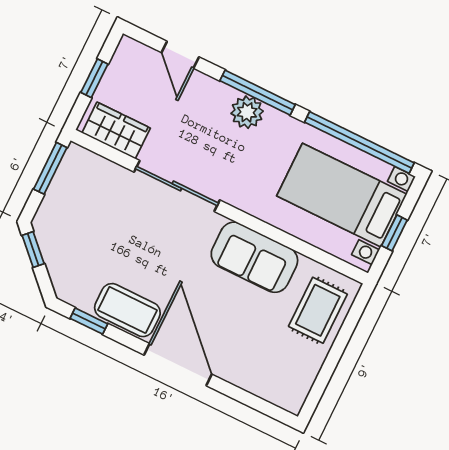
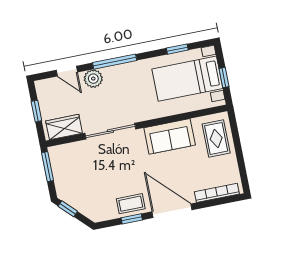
plant: (247, 112) -> (93, 79), moved
window: (359, 142) -> (177, 49), width x0.32
coffee table: (127, 310) -> (131, 204), width x0.73, depth x0.77
window: (89, 321) -> (132, 219), moved
bookcase: (260, 388) -> (217, 193), added

